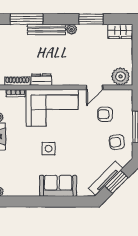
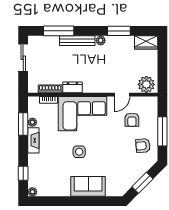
armchair: (105, 114) -> (132, 120), turned -90
tv unit: (106, 178) -> (132, 179), removed

